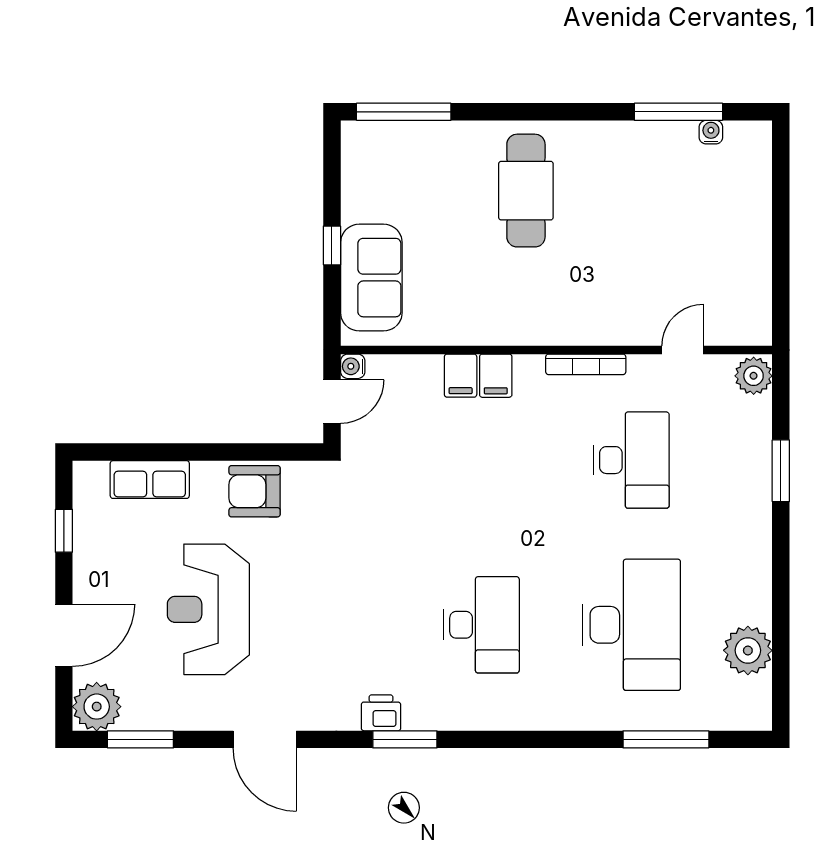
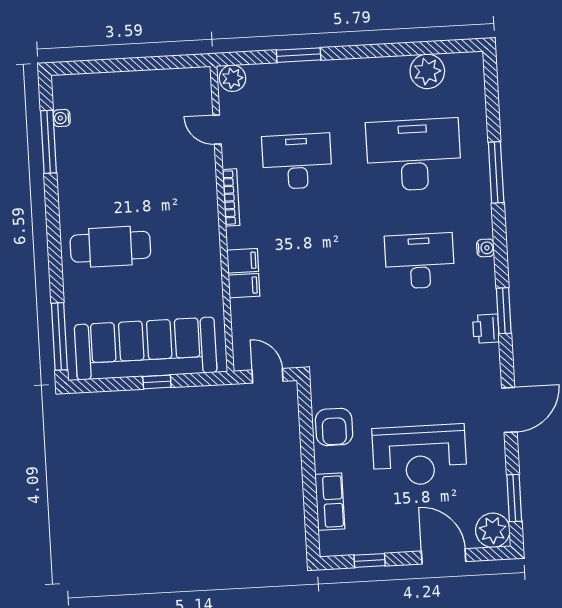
sofa: (371, 278) -> (146, 349), width x1.85, depth x1.27
water cooler: (353, 366) -> (486, 248), moved, turned -90
window: (666, 739) -> (496, 172), moved

